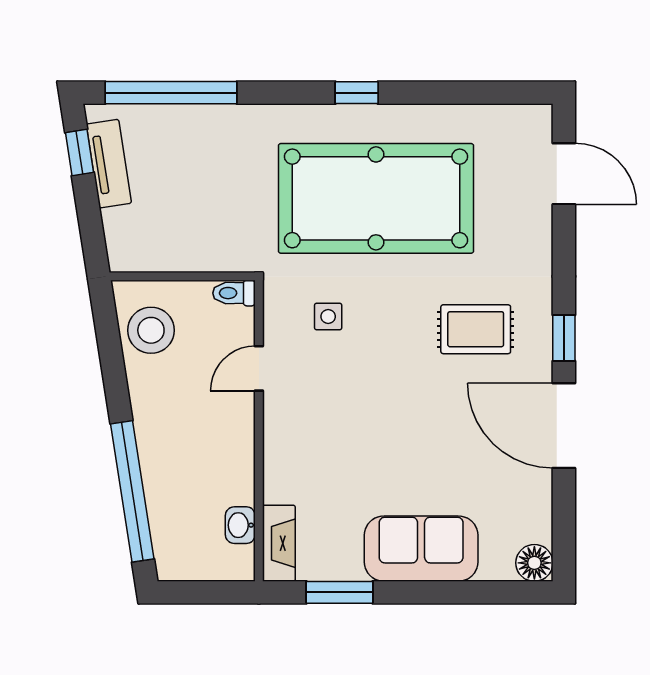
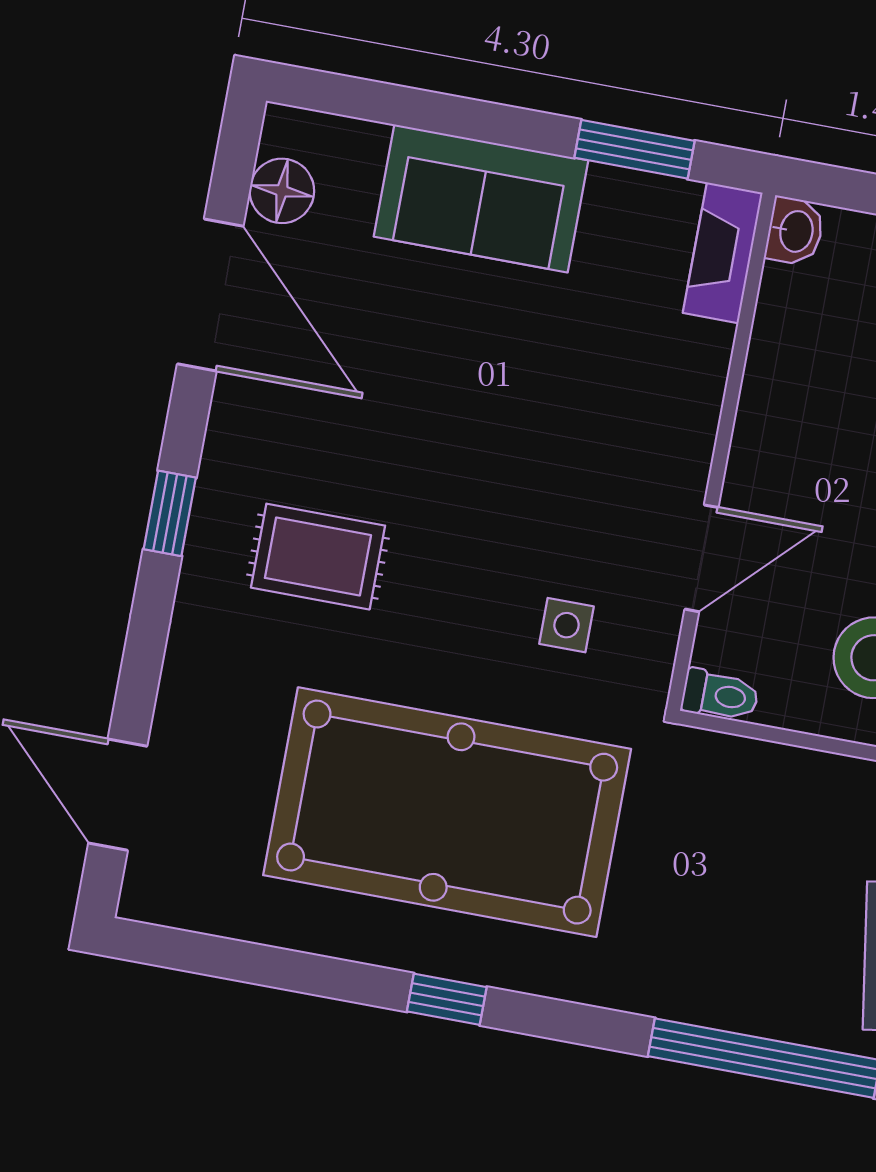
door: (259, 368) -> (701, 558), width x1.38
door: (564, 426) -> (210, 295), moved
washbasin: (240, 525) -> (795, 231), moved
floor lamp: (534, 563) -> (282, 191), moved

